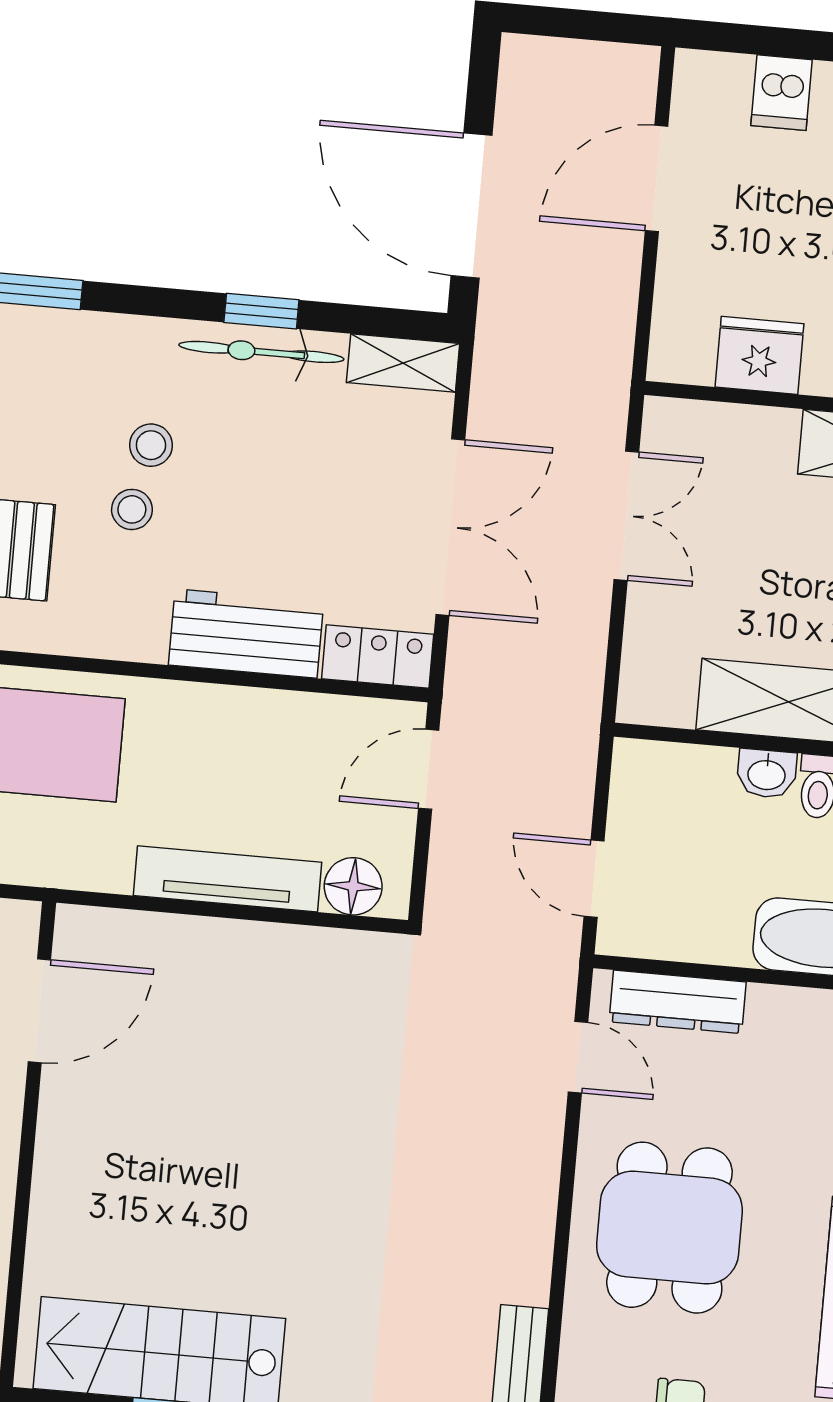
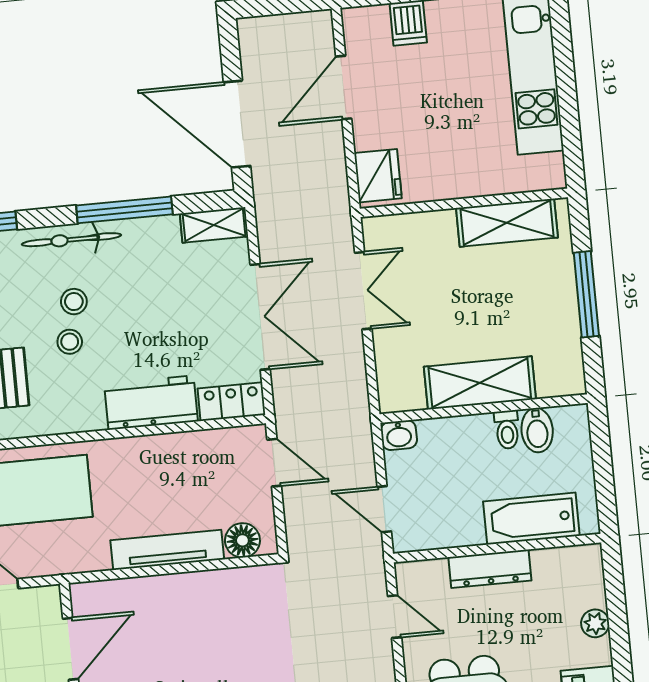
window: (261, 311) -> (124, 210), width x2.17
bicycle: (261, 352) -> (71, 240), moved
fridge: (759, 355) -> (378, 176), moved, turned 90
door: (429, 769) -> (274, 463), swing flipped
washbasin: (767, 774) -> (399, 435), moved
dresser: (678, 1002) -> (490, 569), moved

